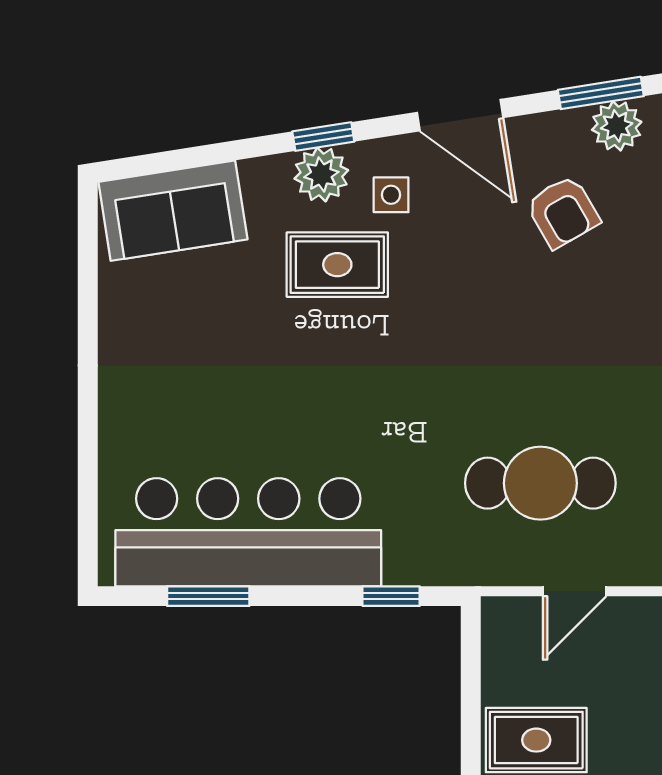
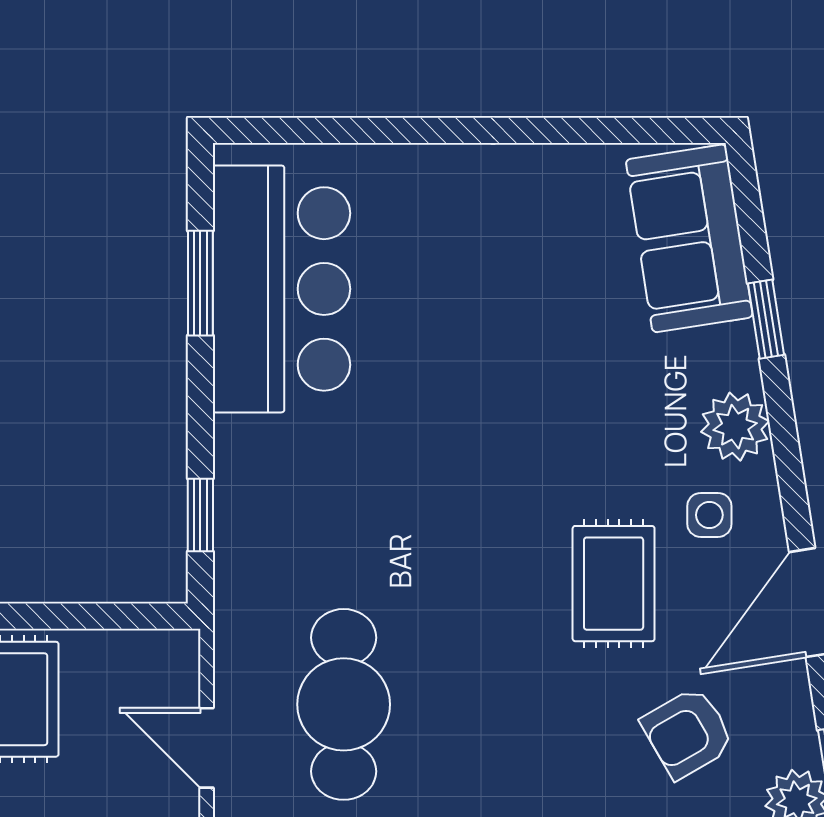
window: (323, 137) -> (766, 319), moved
rug: (337, 265) -> (614, 584), moved
bar counter: (248, 532) -> (281, 289), width x0.73

